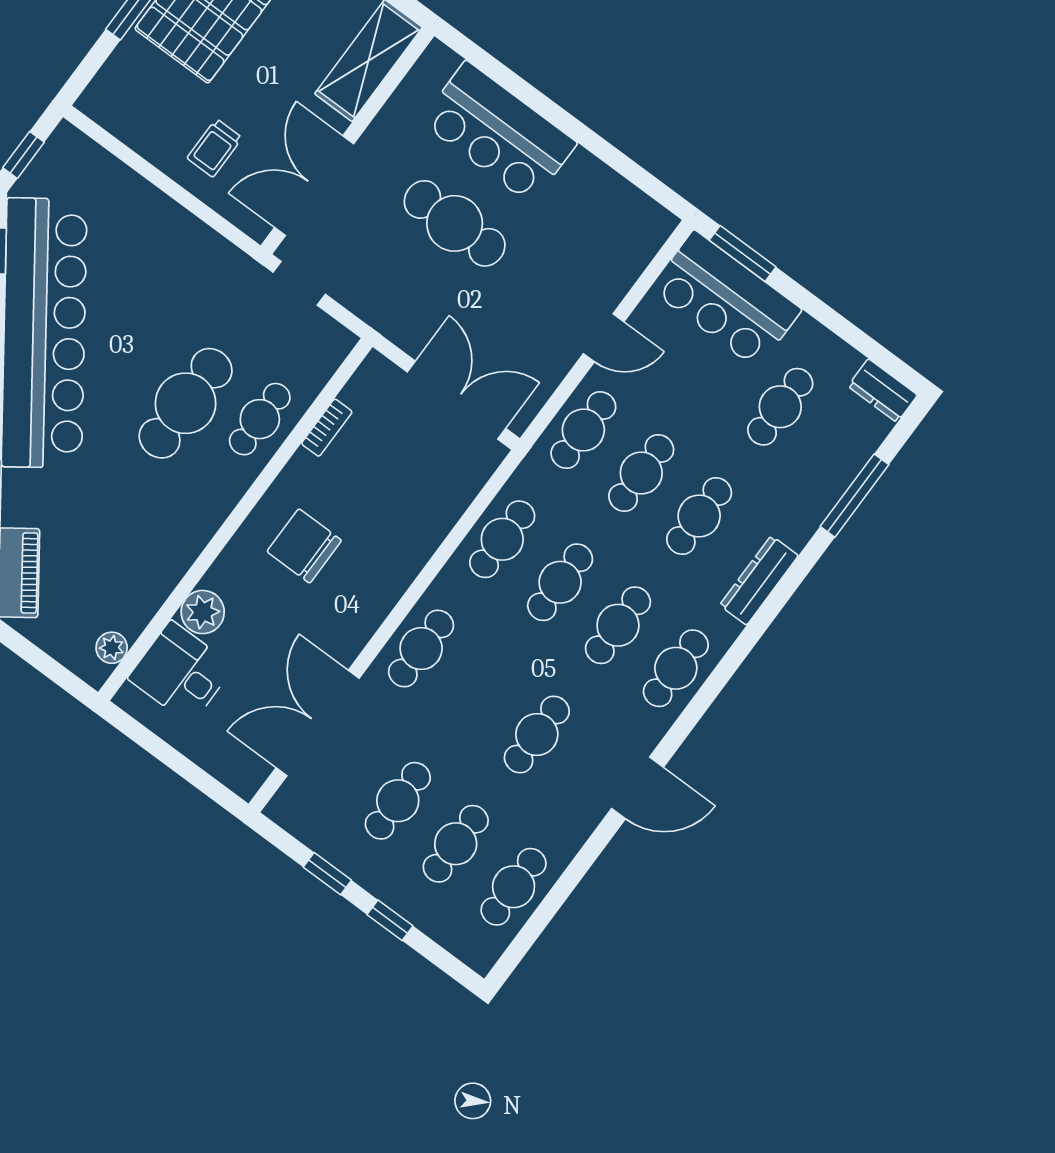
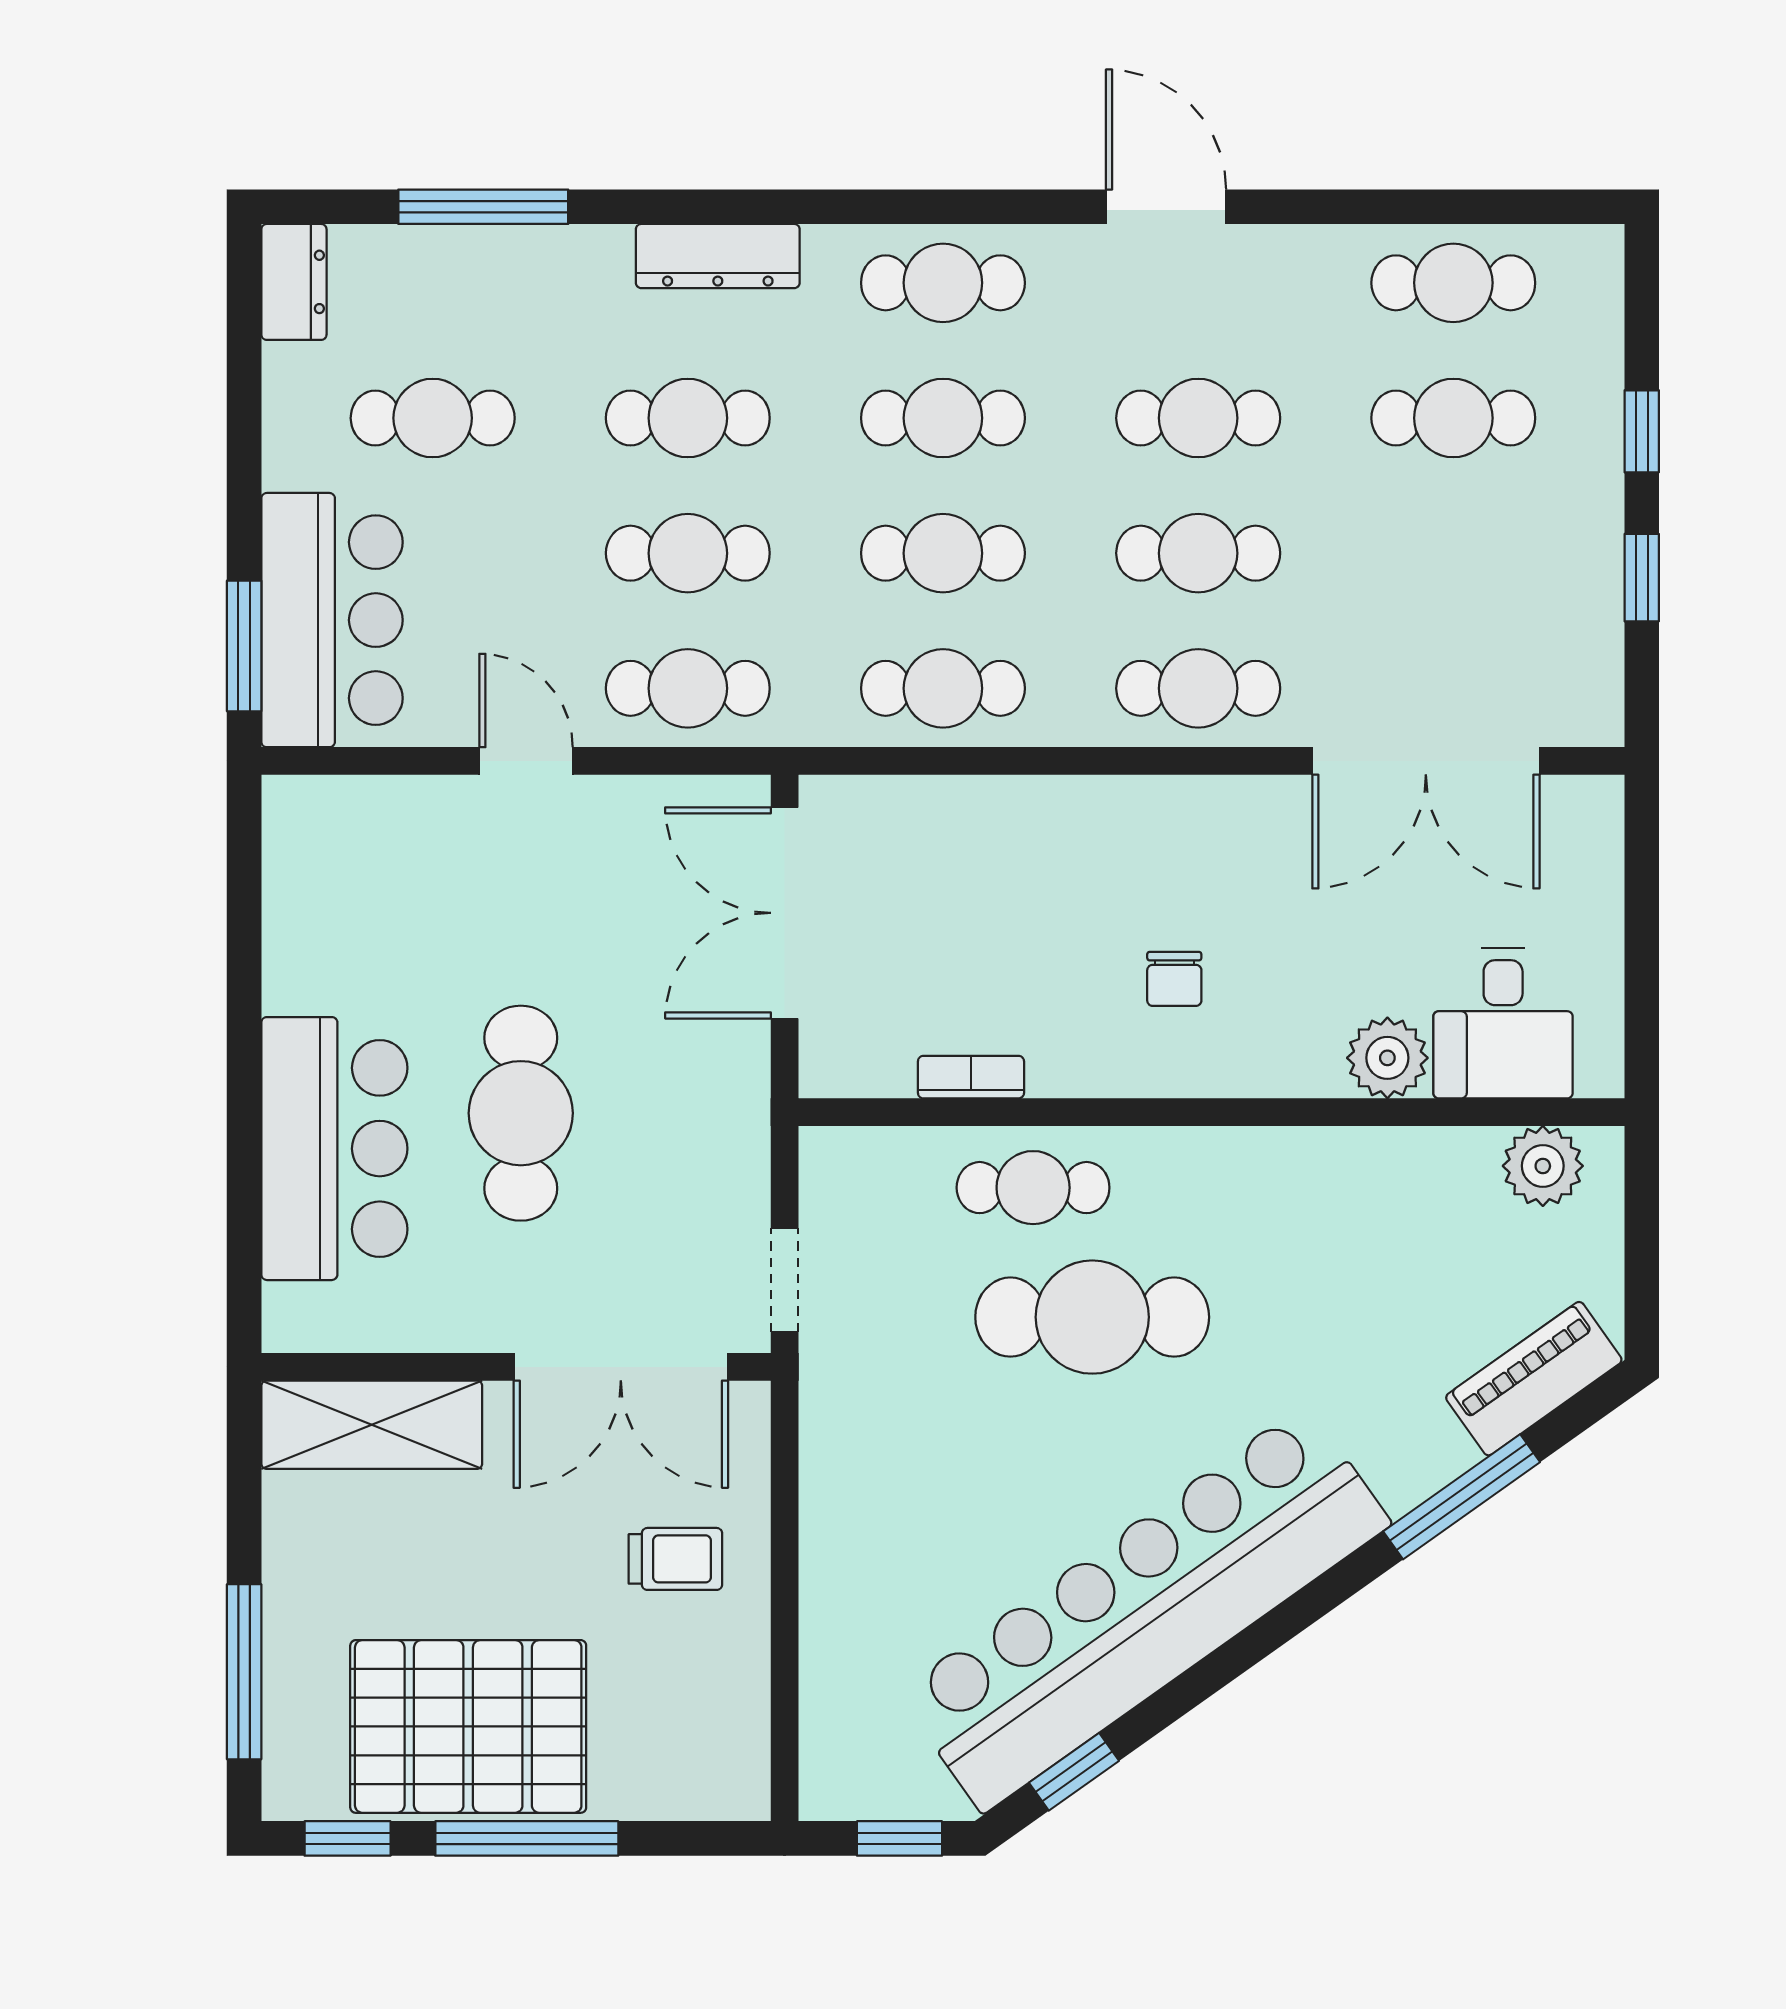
chair: (304, 546) -> (1174, 979), width x0.54, depth x0.54
plant: (112, 648) -> (1543, 1166), width x1.38, depth x1.38
cafe table: (398, 801) -> (1198, 553), moved

